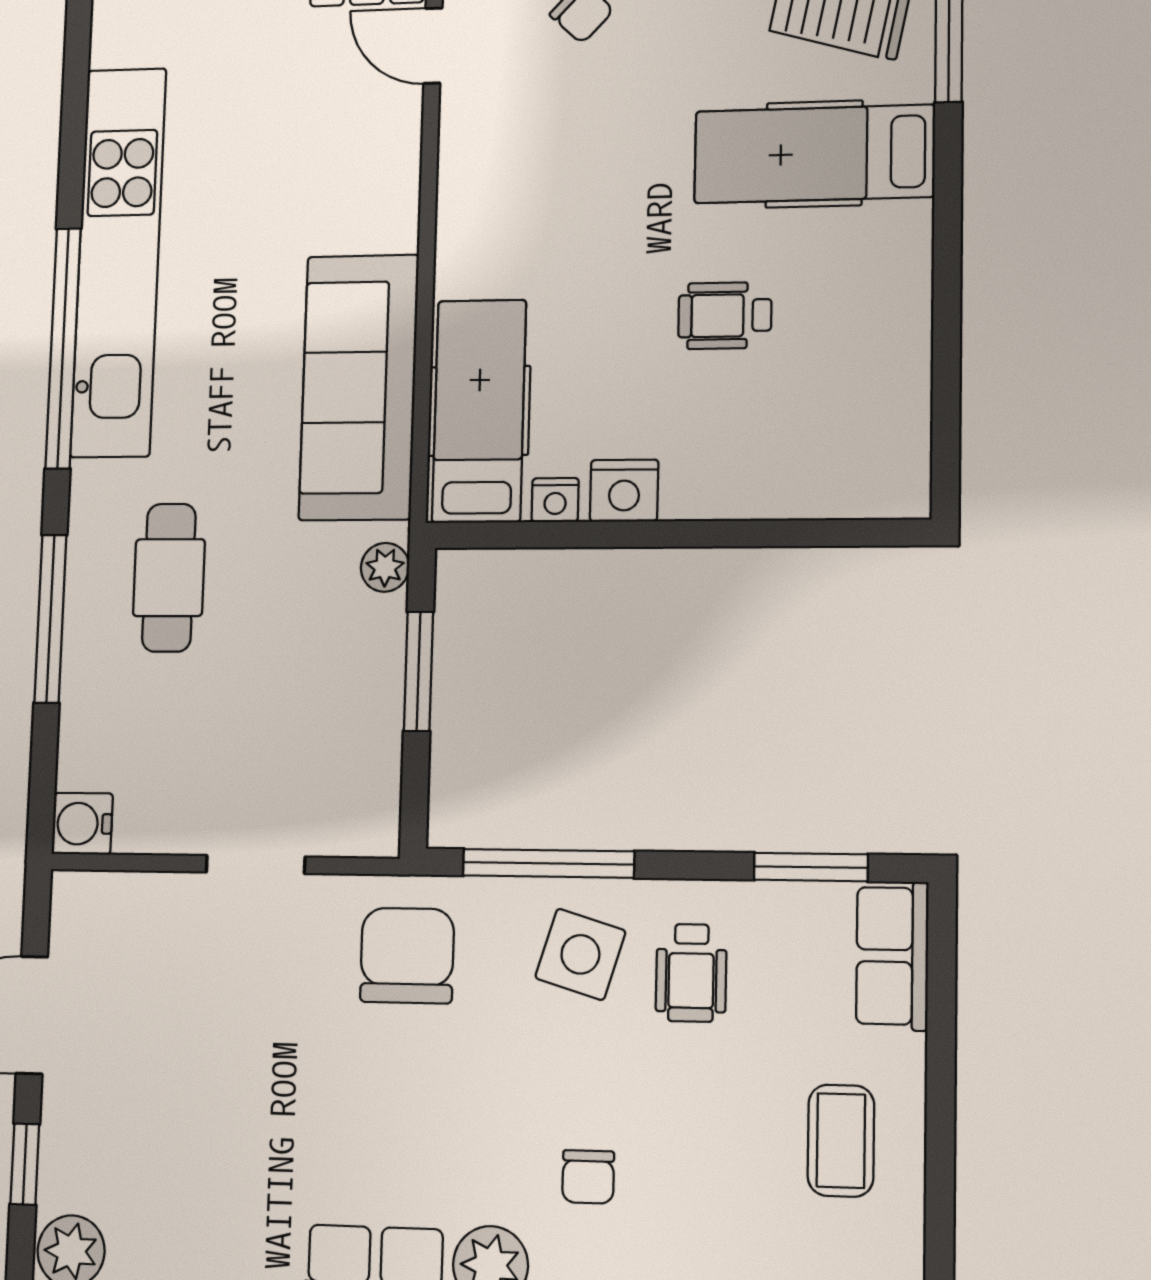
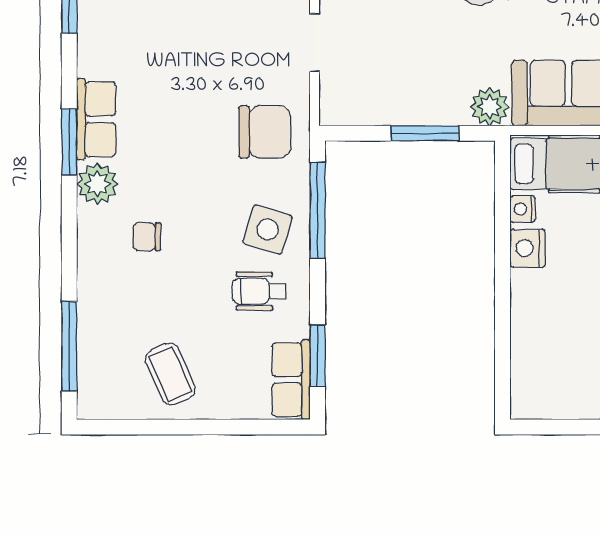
plant: (385, 567) -> (490, 107), width x1.38, depth x1.38
row of seats: (892, 956) -> (291, 380), moved, turned -90
coffee table: (841, 1141) -> (170, 374), turned 66

